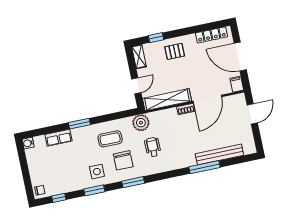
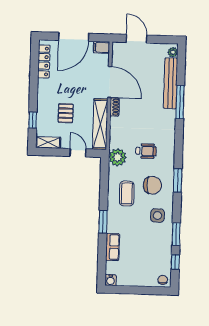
pallet: (175, 51) -> (66, 113), moved
wheelchair: (153, 147) -> (146, 151), turned 180
plant: (248, 150) -> (173, 52), added
window: (94, 190) -> (176, 234), moved

